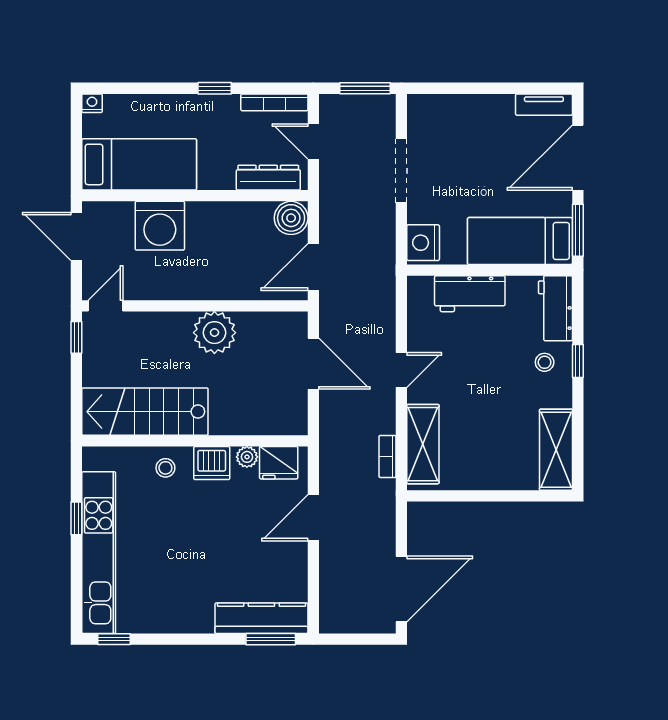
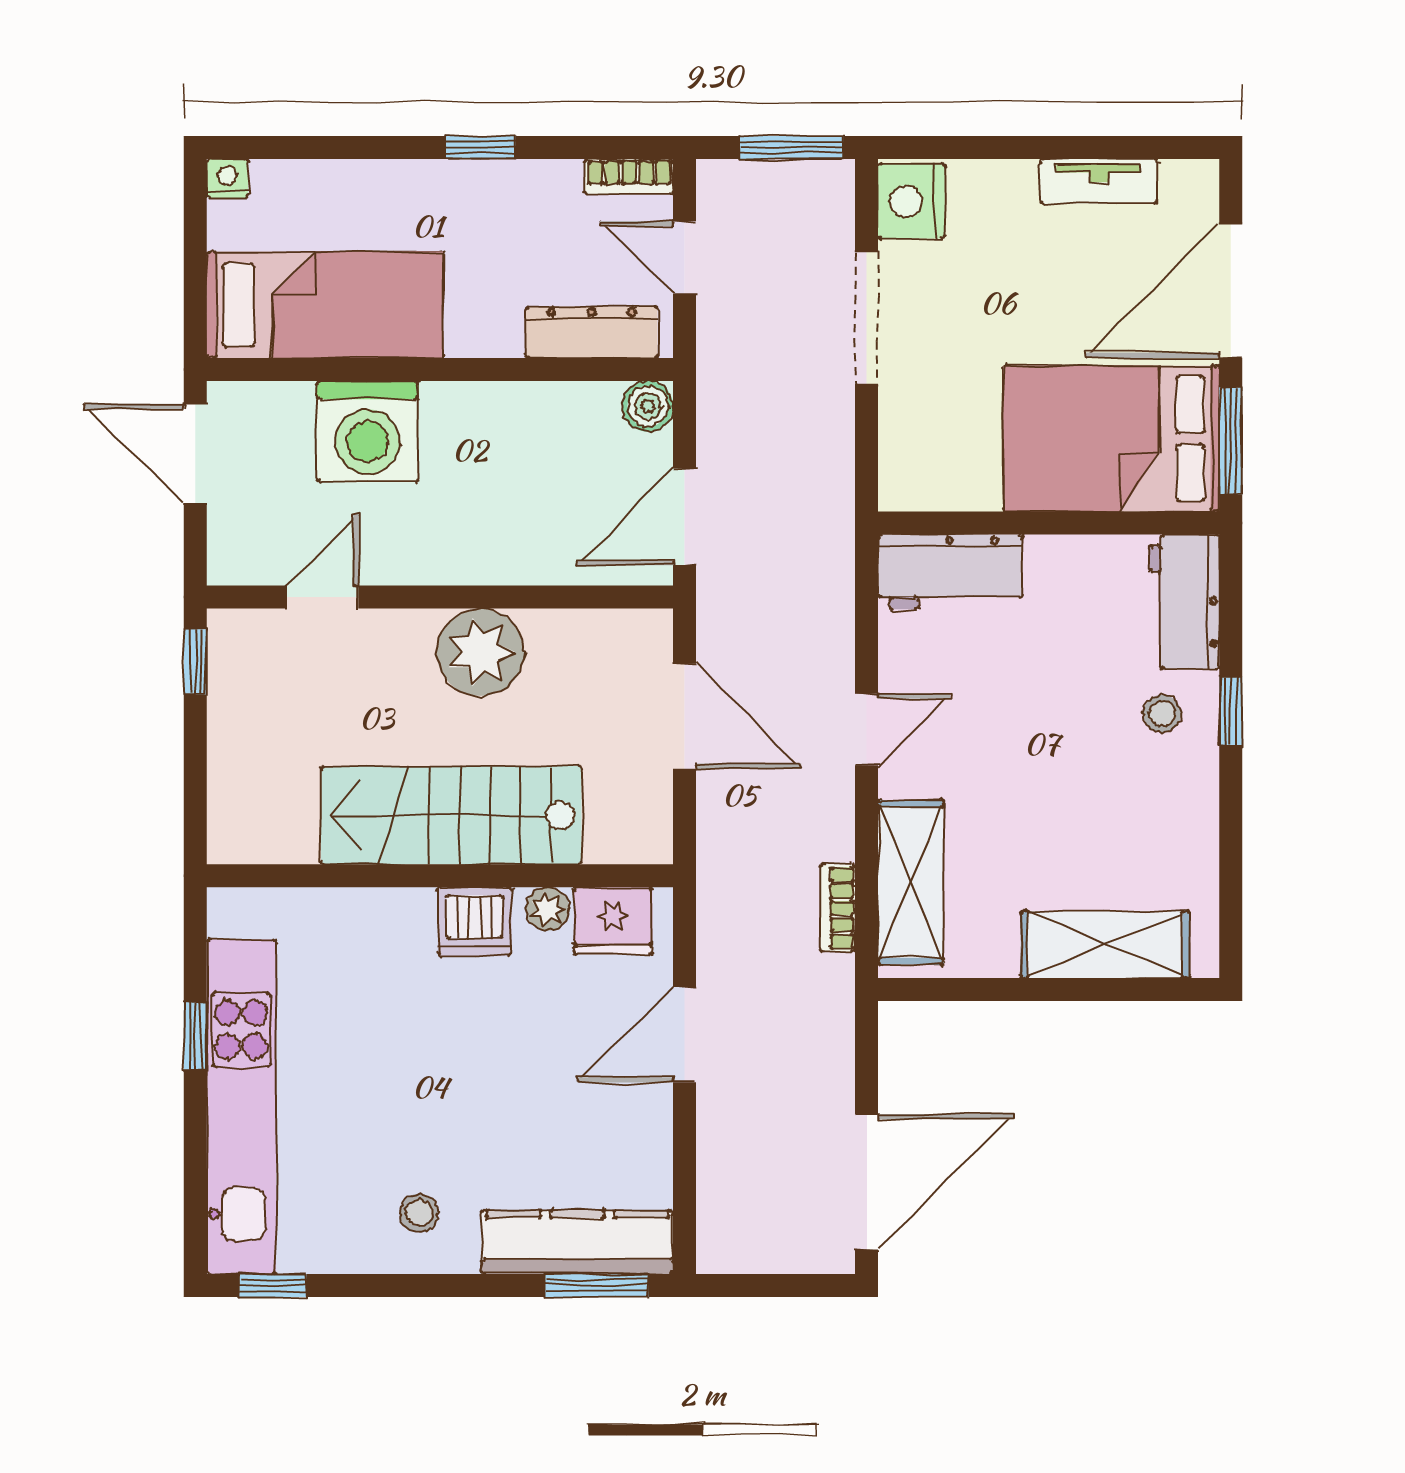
bookcase: (274, 102) -> (629, 177), width x0.64
tv unit: (544, 105) -> (1098, 181), moved
boiler: (291, 218) -> (648, 406), width x0.73, depth x0.73
bed: (520, 241) -> (1111, 439), width x1.50
nightstand: (423, 243) -> (911, 201), moved
workbench: (470, 294) -> (950, 572), moved
door: (105, 306) -> (323, 597), moved
stairs: (145, 412) -> (451, 815), moved
shelving: (556, 450) -> (1105, 945), moved, turned 90
stool: (165, 468) -> (419, 1213), moved

